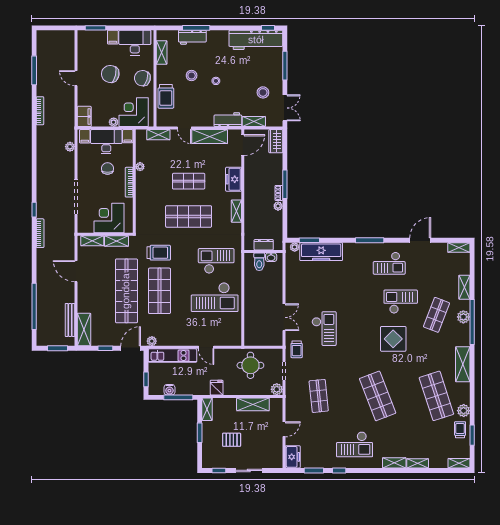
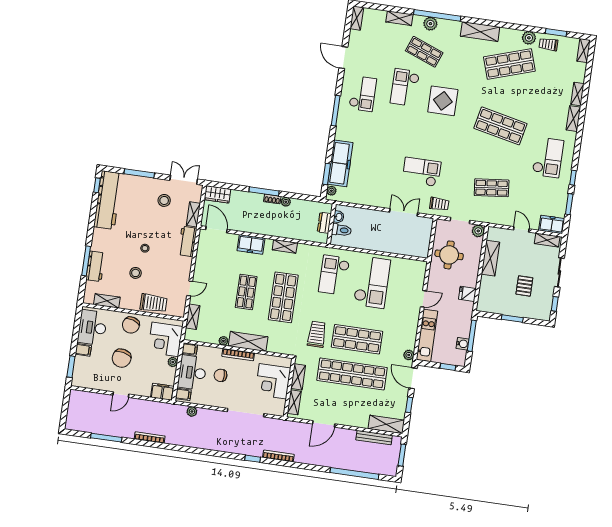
shelving: (210, 137) -> (248, 341), moved, turned 90
shop shelf: (378, 396) -> (500, 126), turned 33
shelving: (207, 409) -> (547, 240), moved

